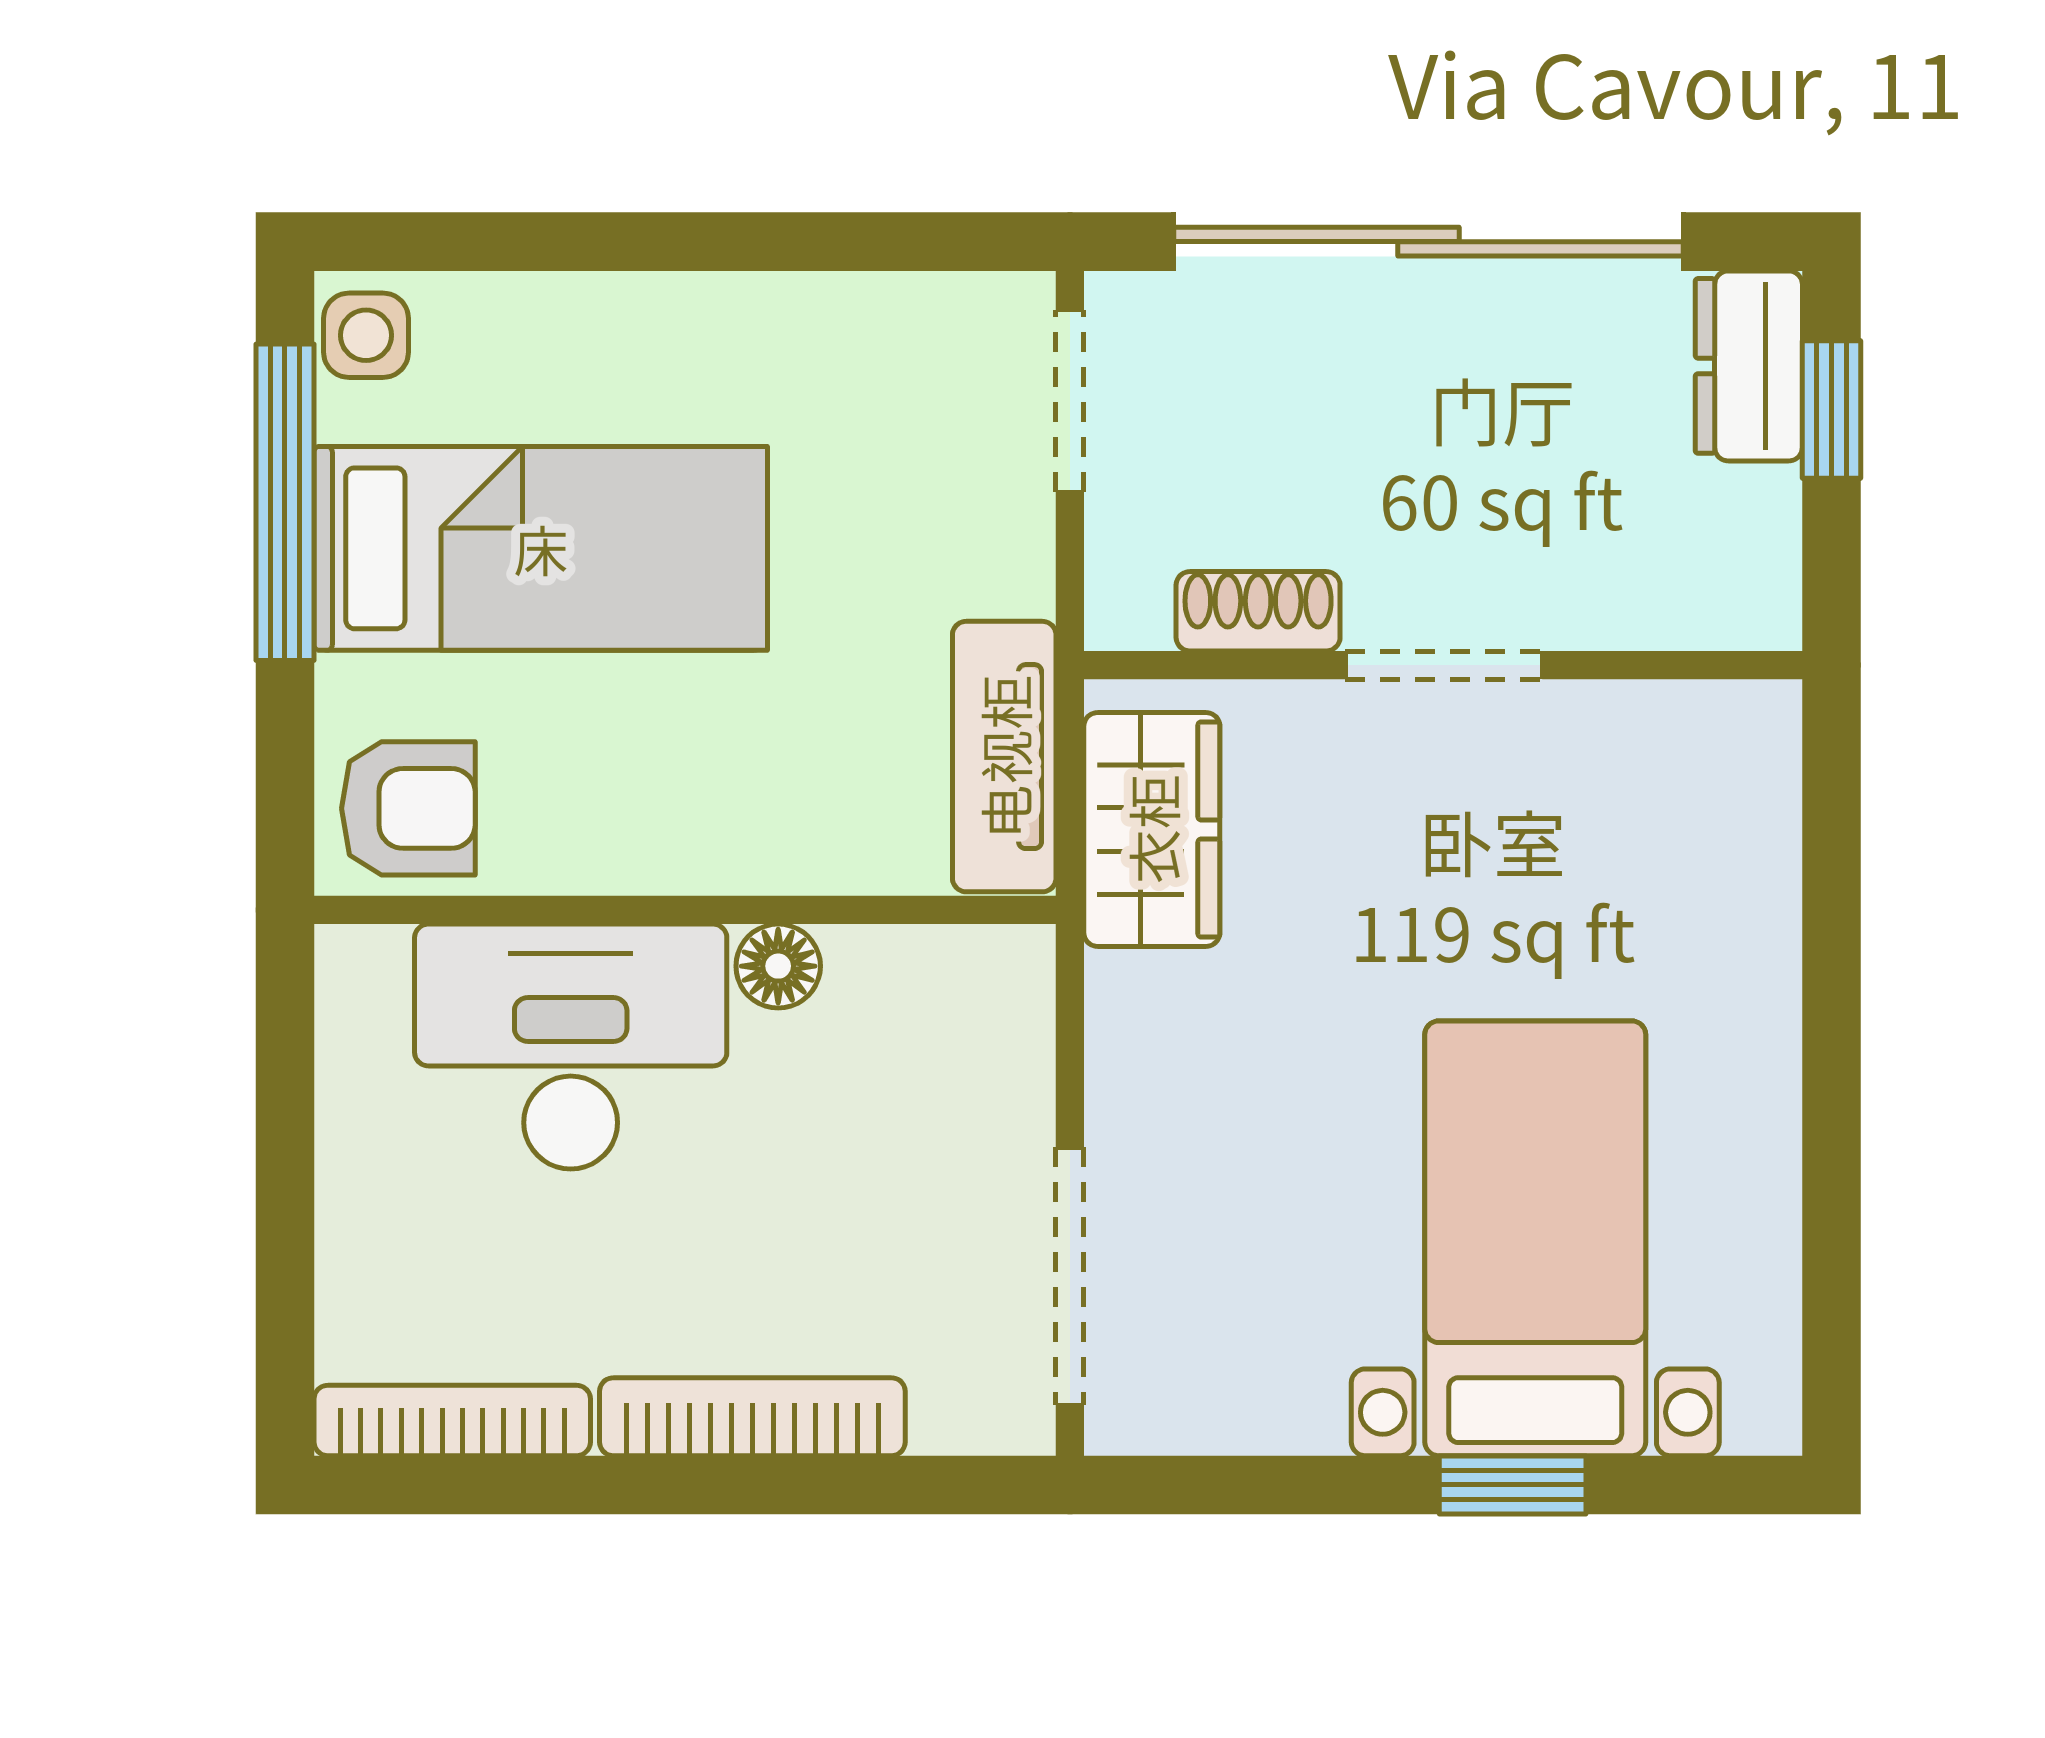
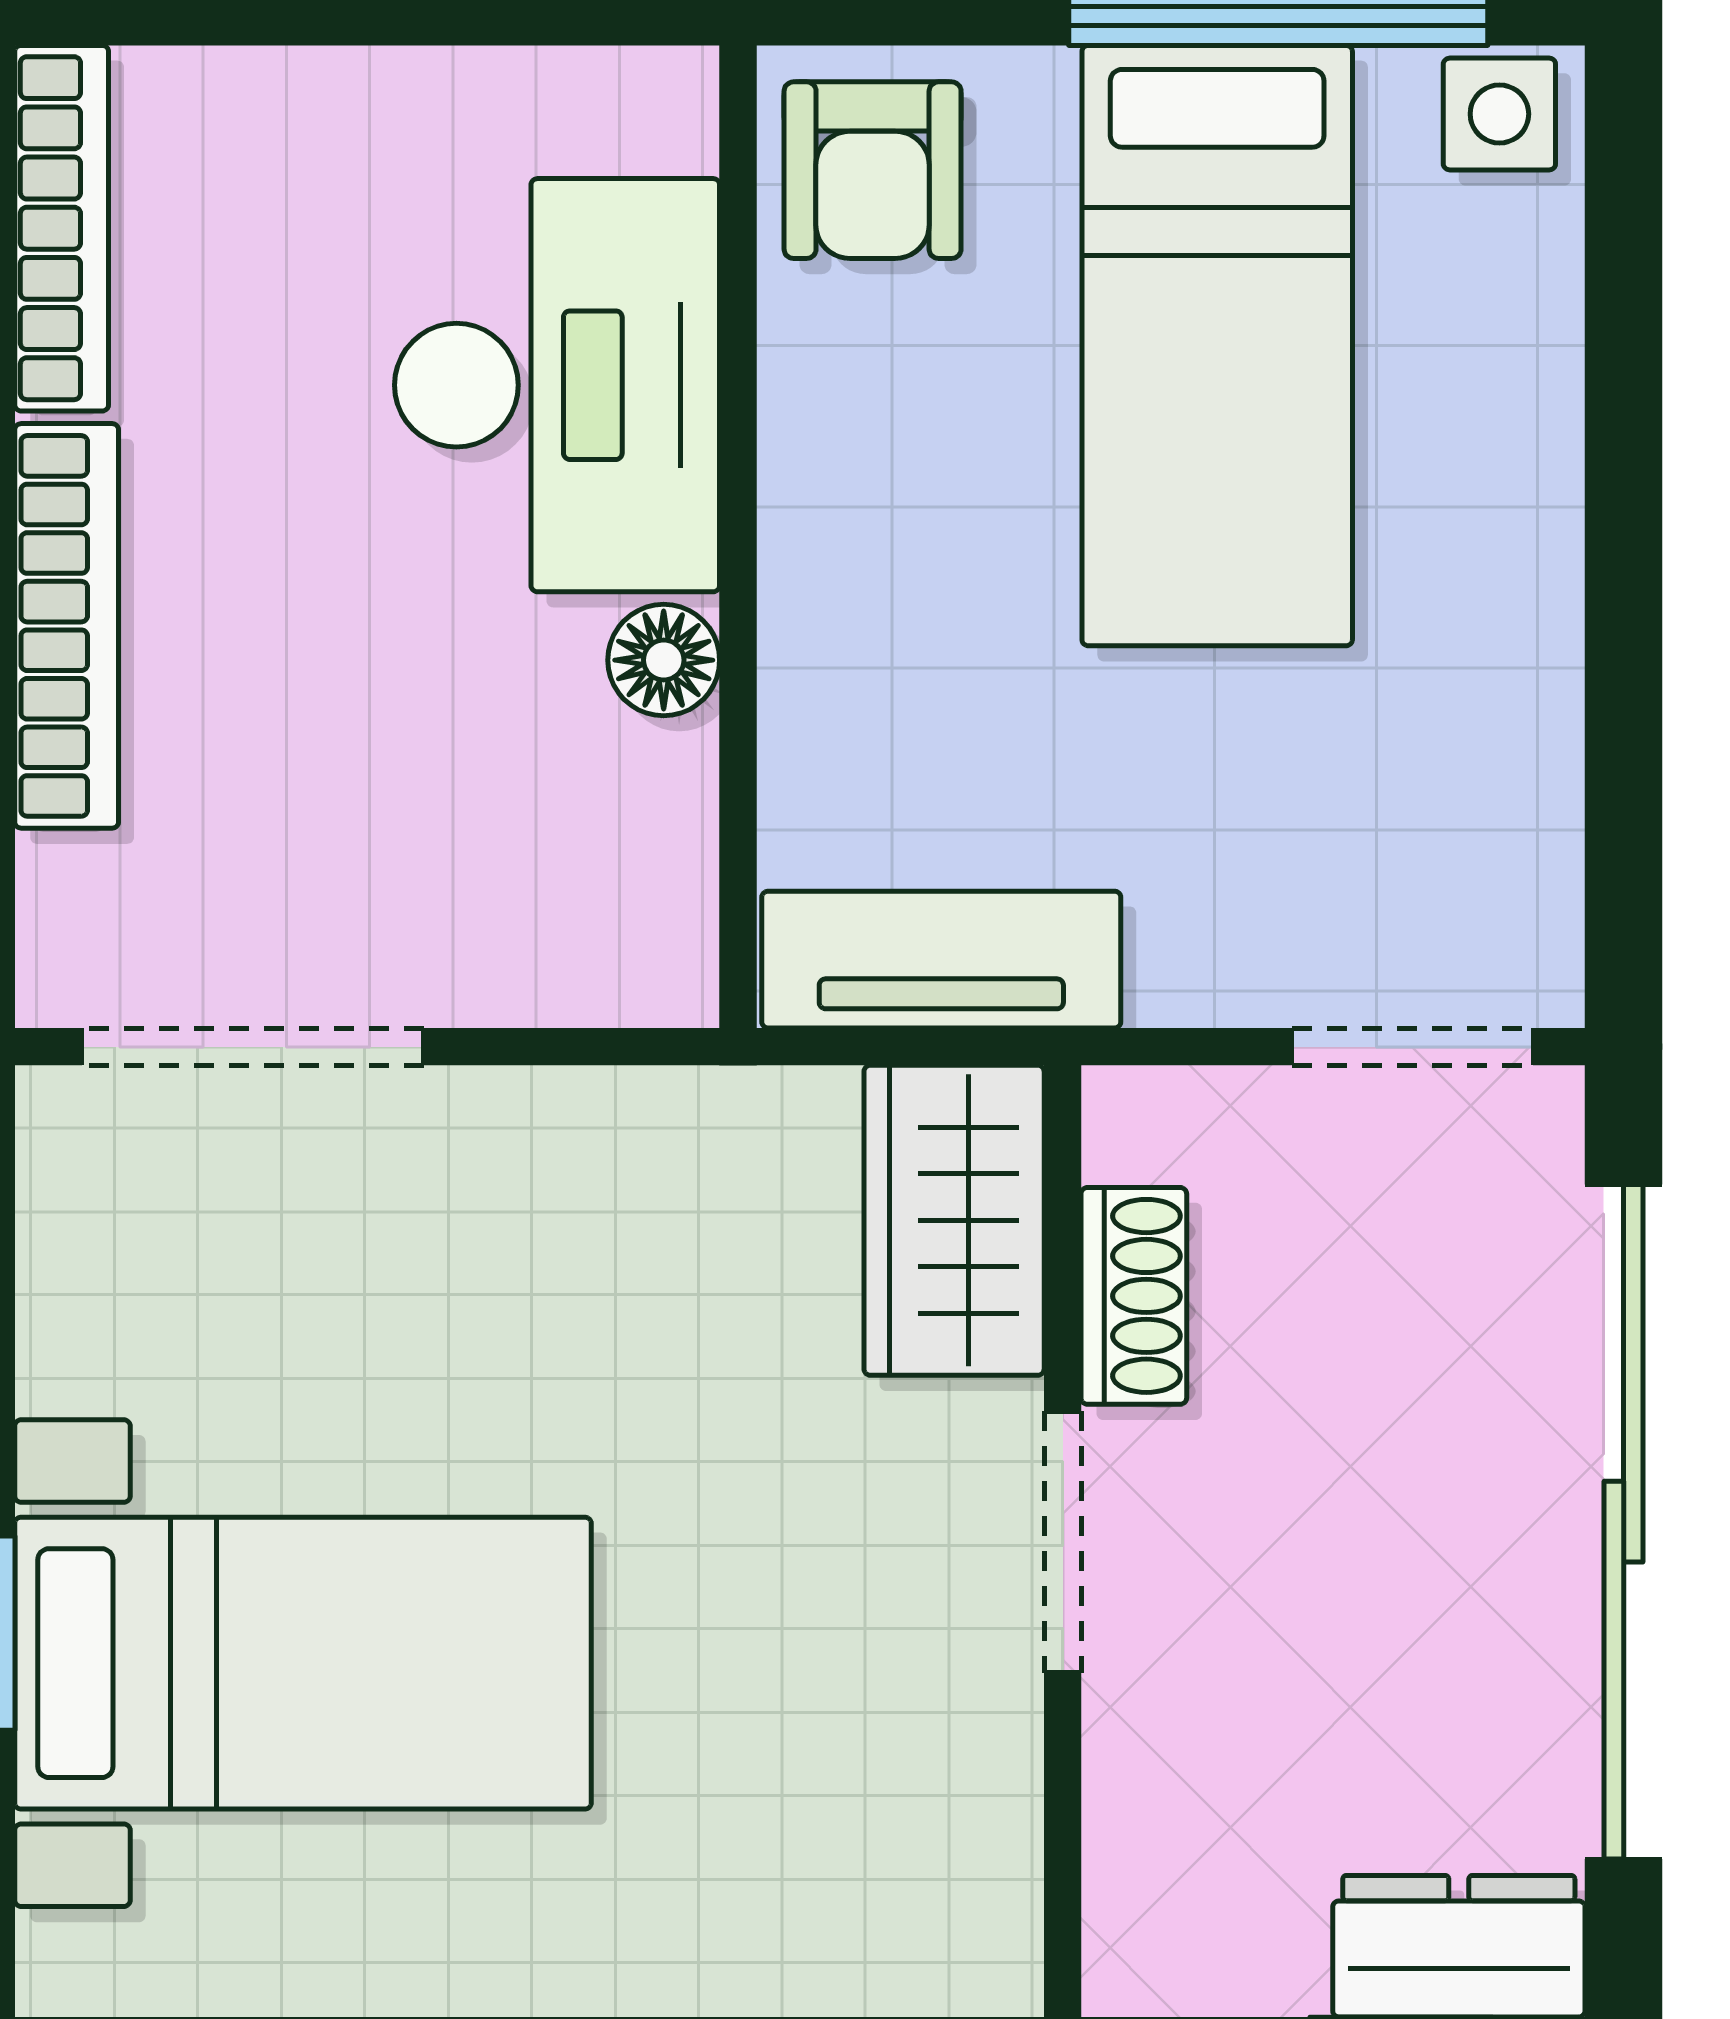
wardrobe: (1152, 829) -> (954, 1220), moved, turned 90

